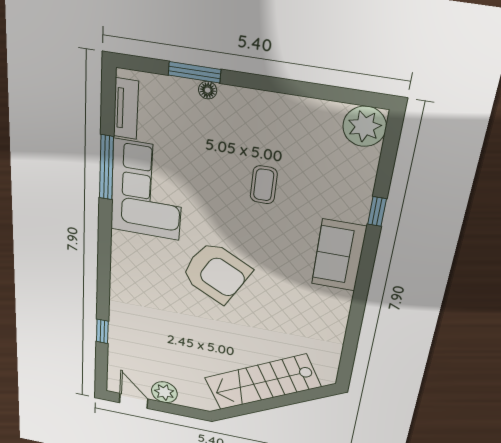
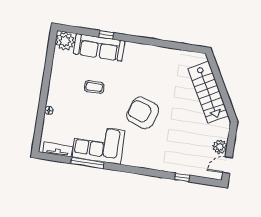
window: (195, 72) -> (41, 116), removed
sofa: (339, 255) -> (99, 47), moved, width x1.36
armchair: (216, 273) -> (143, 113), turned -99

